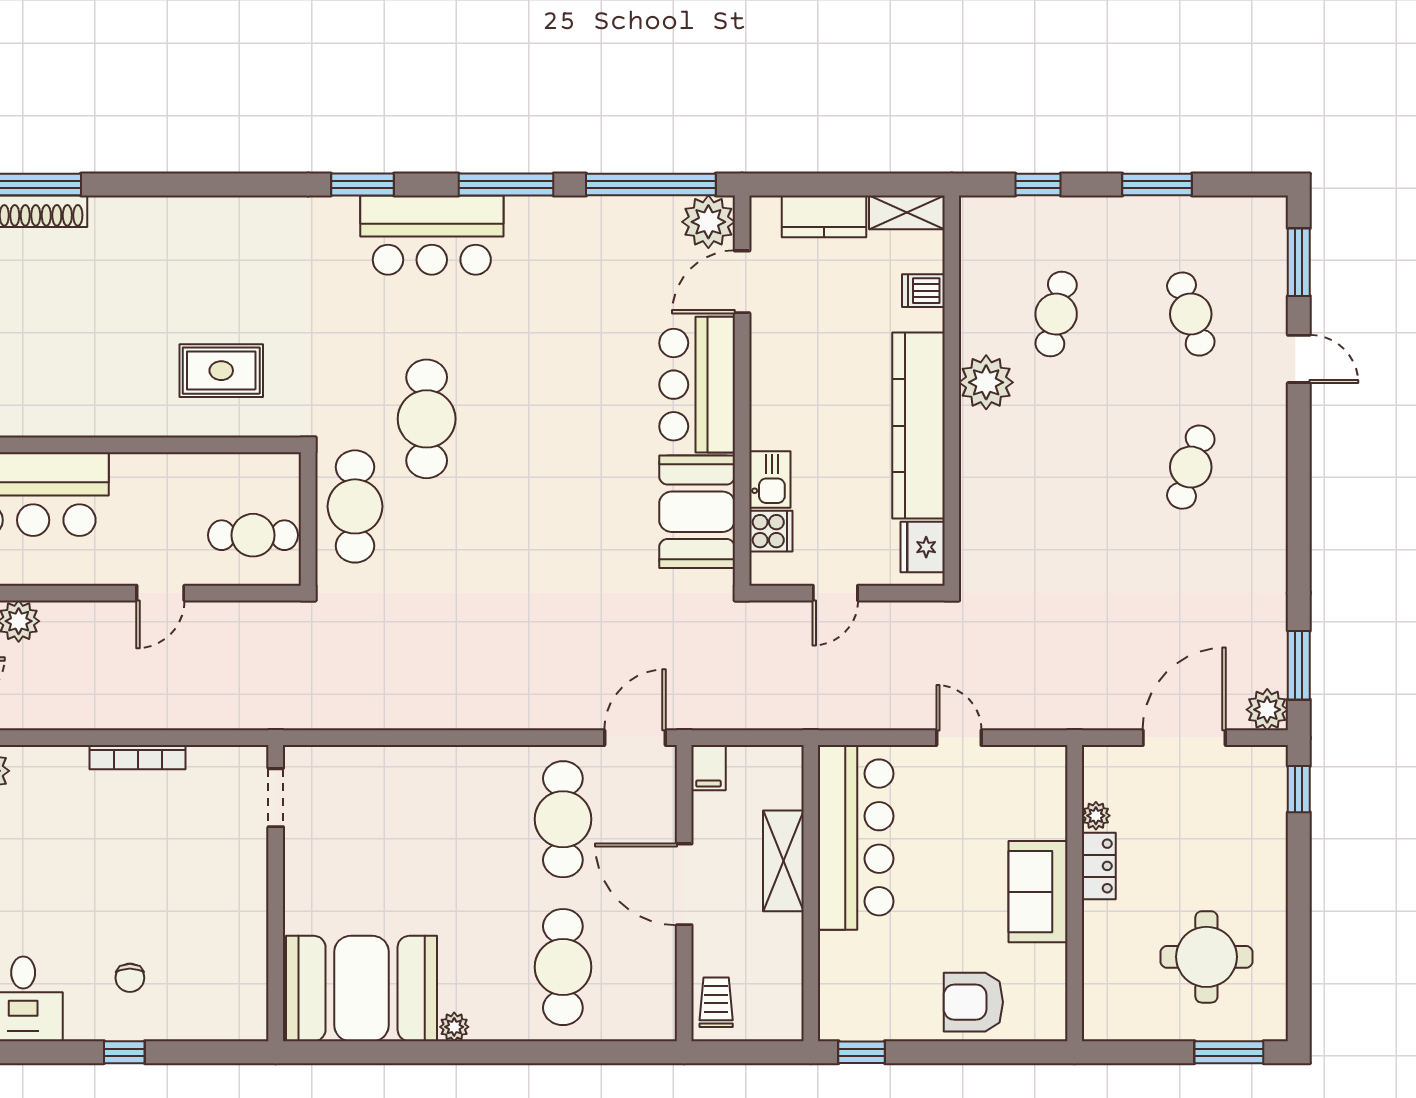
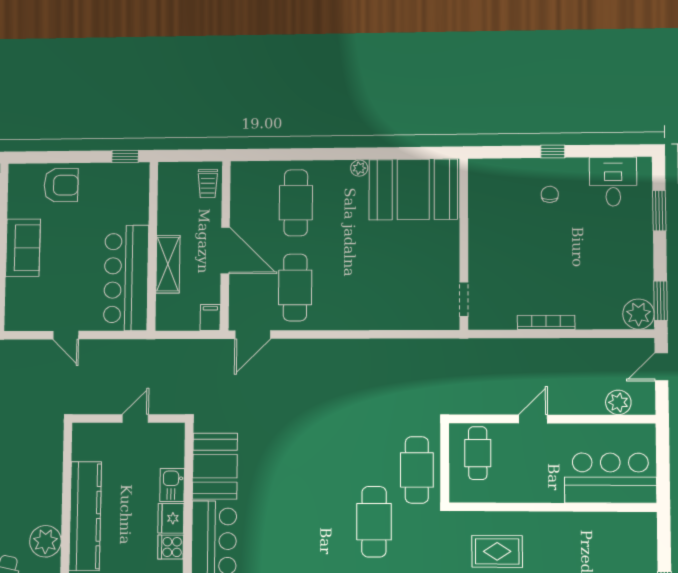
cooker: (771, 531) -> (171, 547), moved
cafe table: (253, 535) -> (478, 453), turned 90
fridge: (923, 547) -> (171, 518), moved, turned 180

